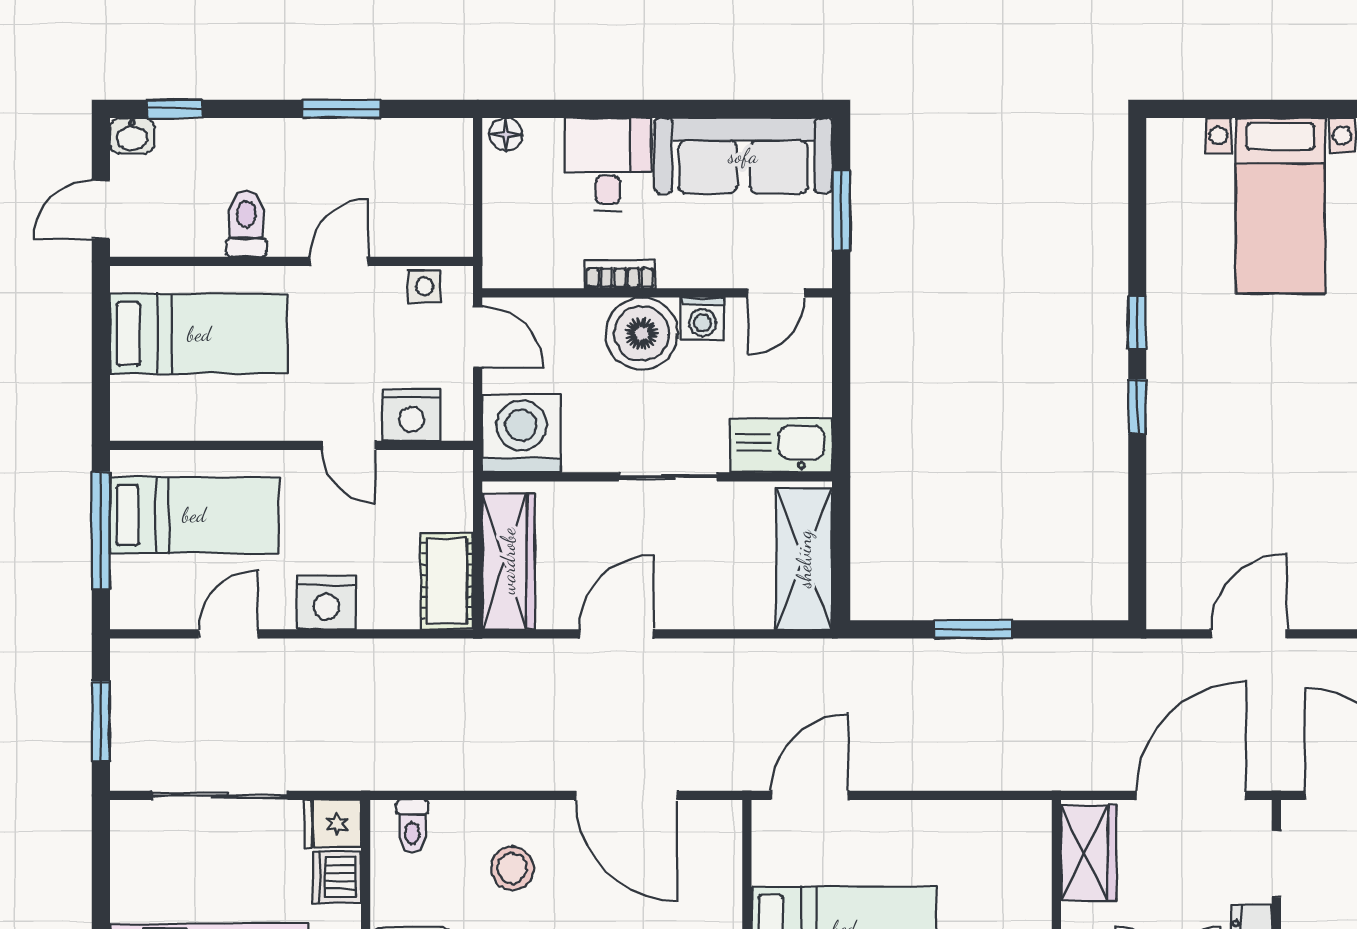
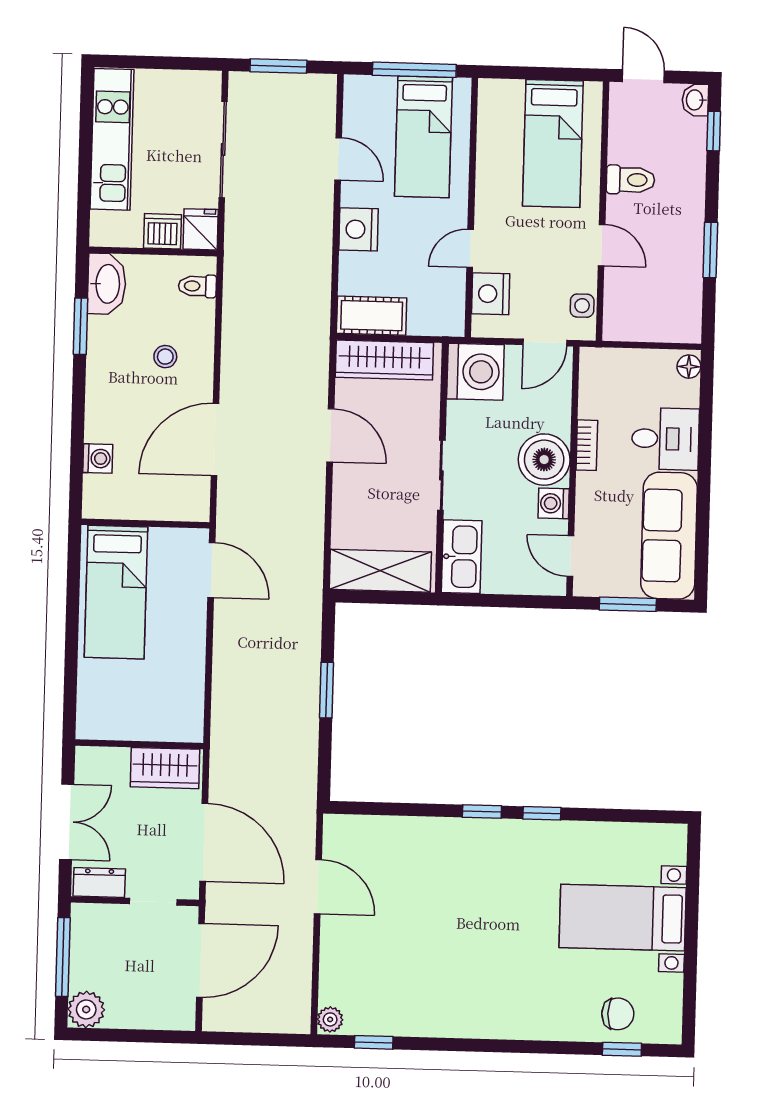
stool: (512, 868) -> (165, 357), width x0.73, depth x0.73

